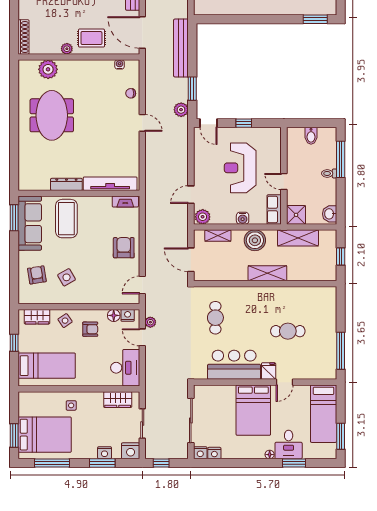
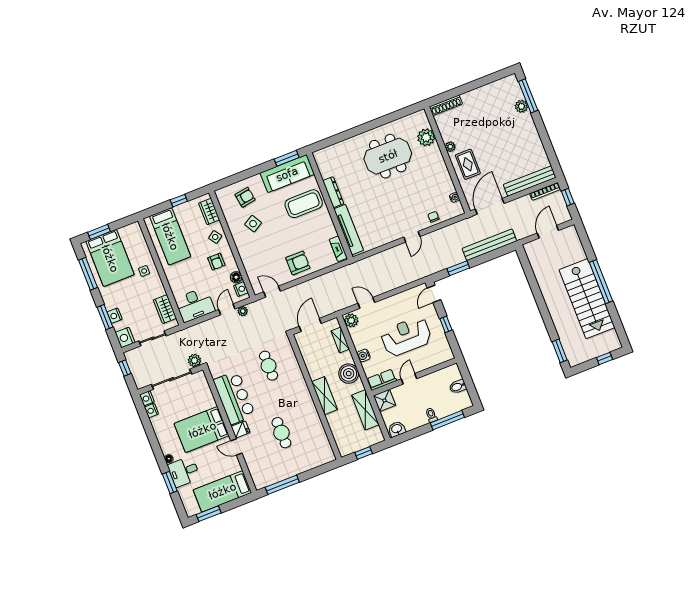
plant: (181, 110) -> (194, 360), moved
cafe table: (215, 318) -> (269, 366), turned 90

